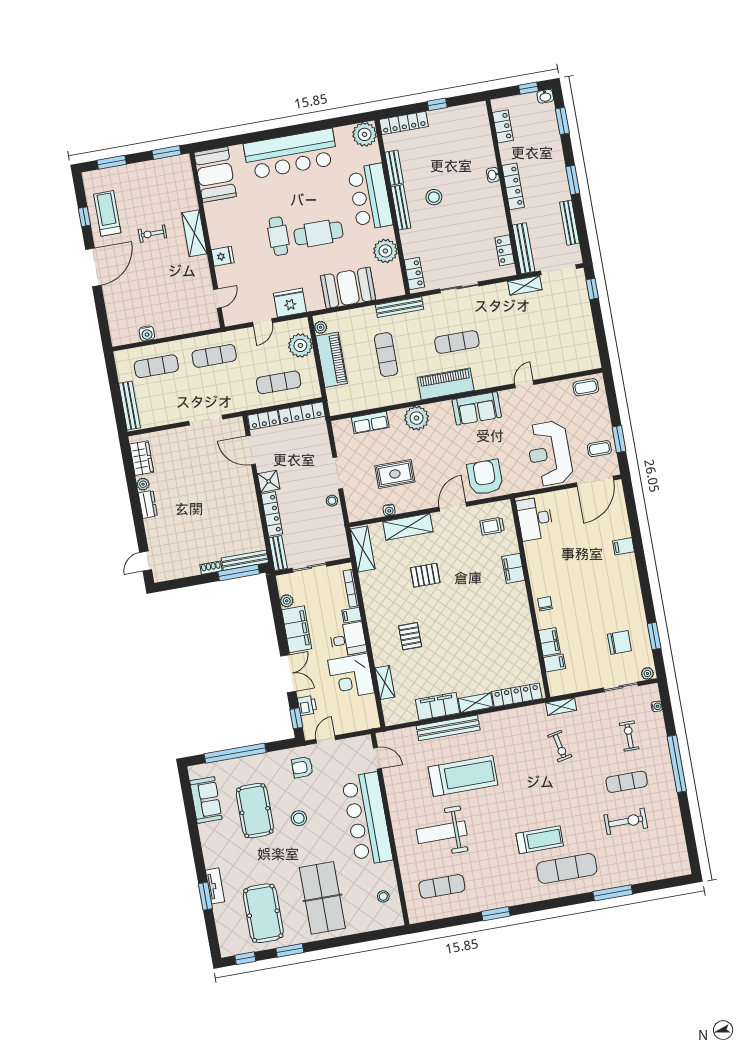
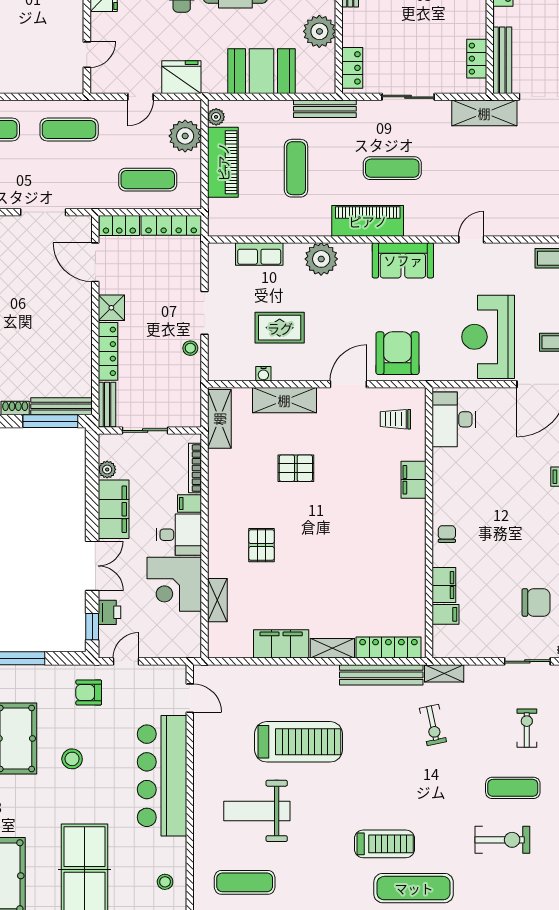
shelving: (525, 286) -> (484, 113), width x1.50, depth x1.33
bench: (448, 728) -> (381, 675), moved

